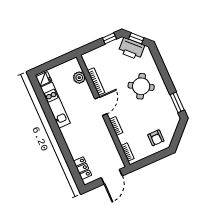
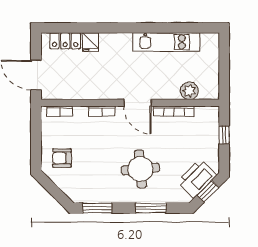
window: (109, 38) -> (224, 135), moved
window: (162, 69) -> (151, 208), added
fridge: (44, 79) -> (90, 42), moved
round table: (141, 86) -> (140, 169), turned -35

